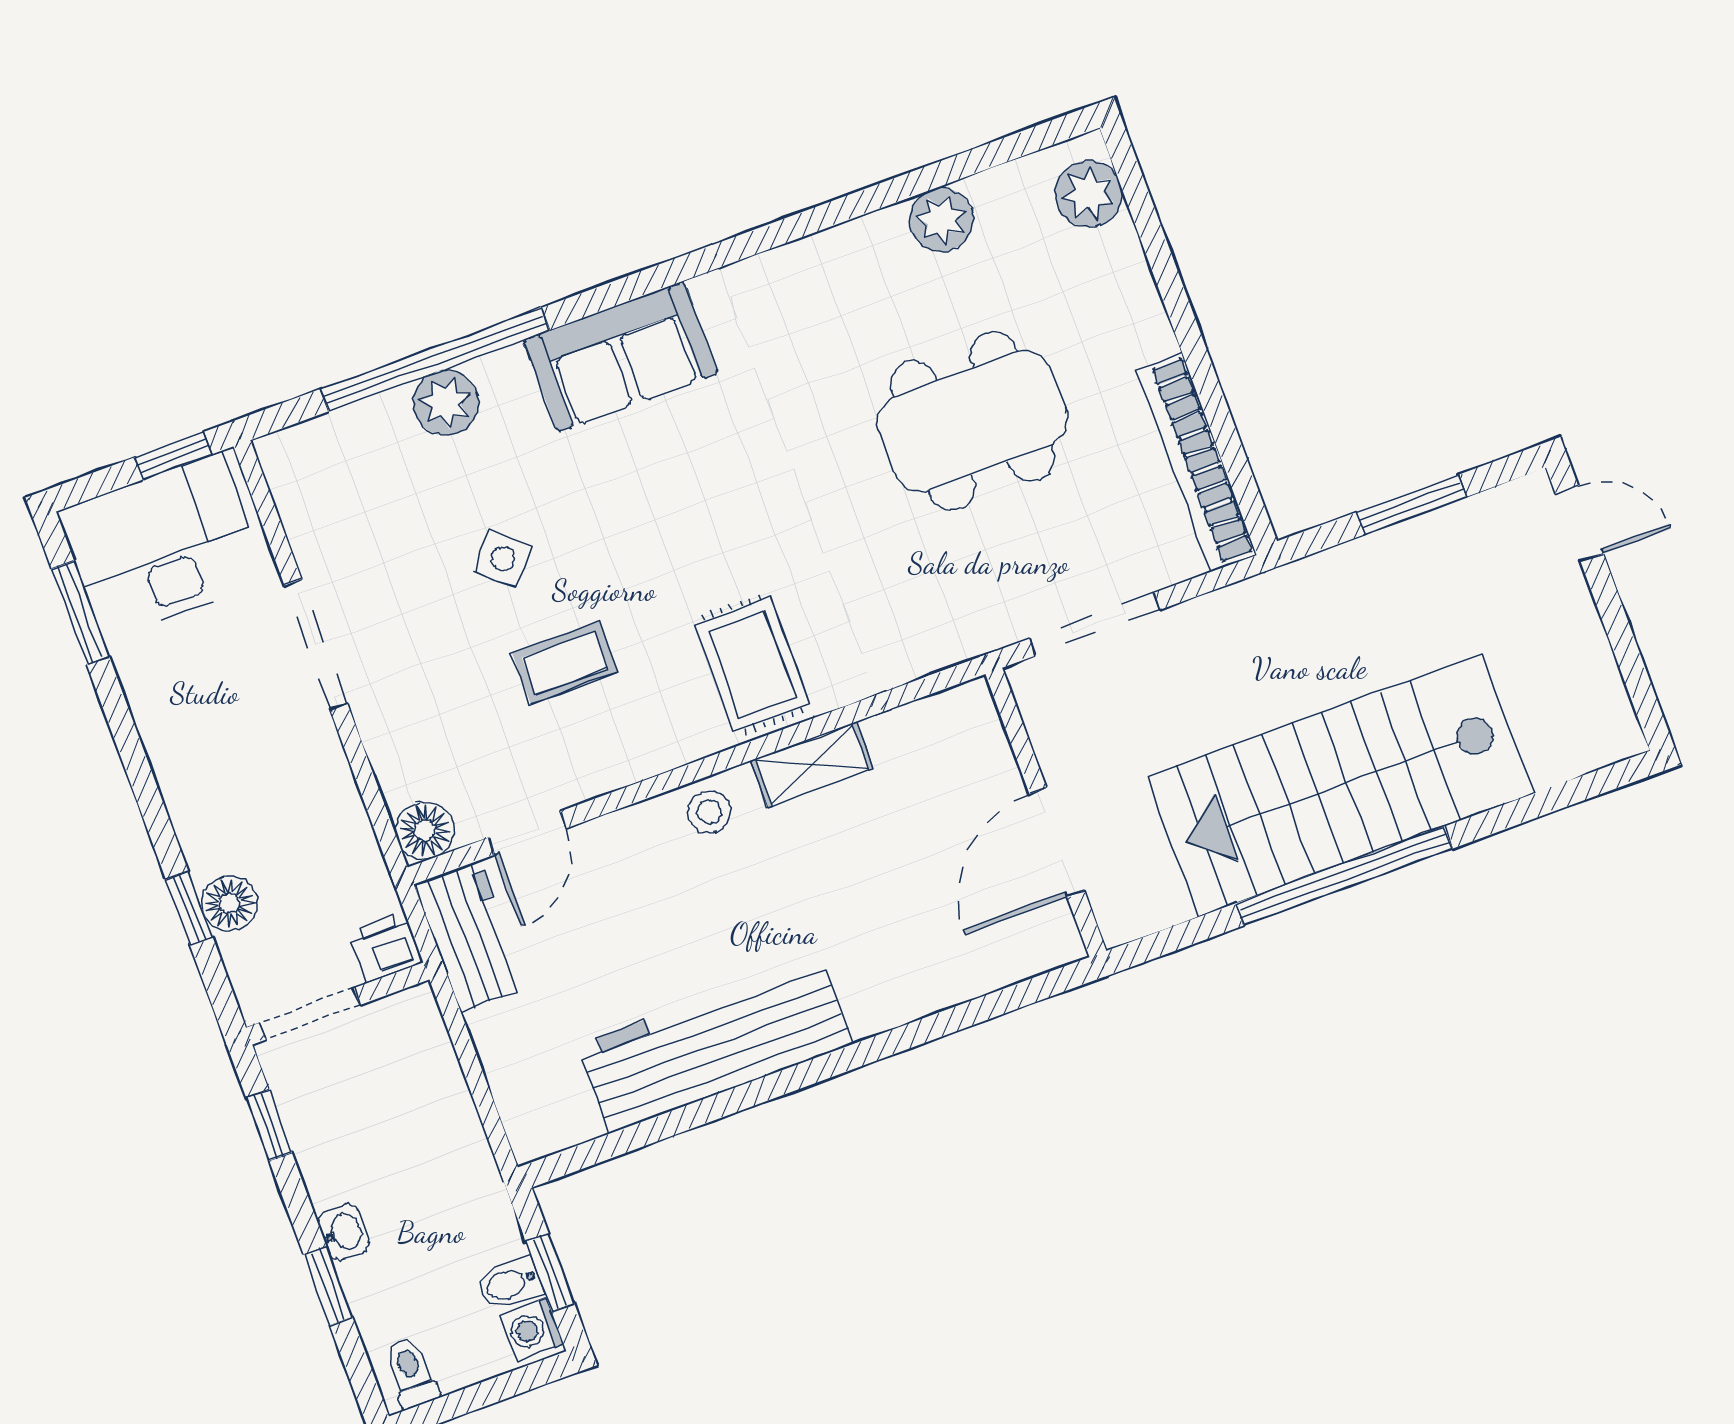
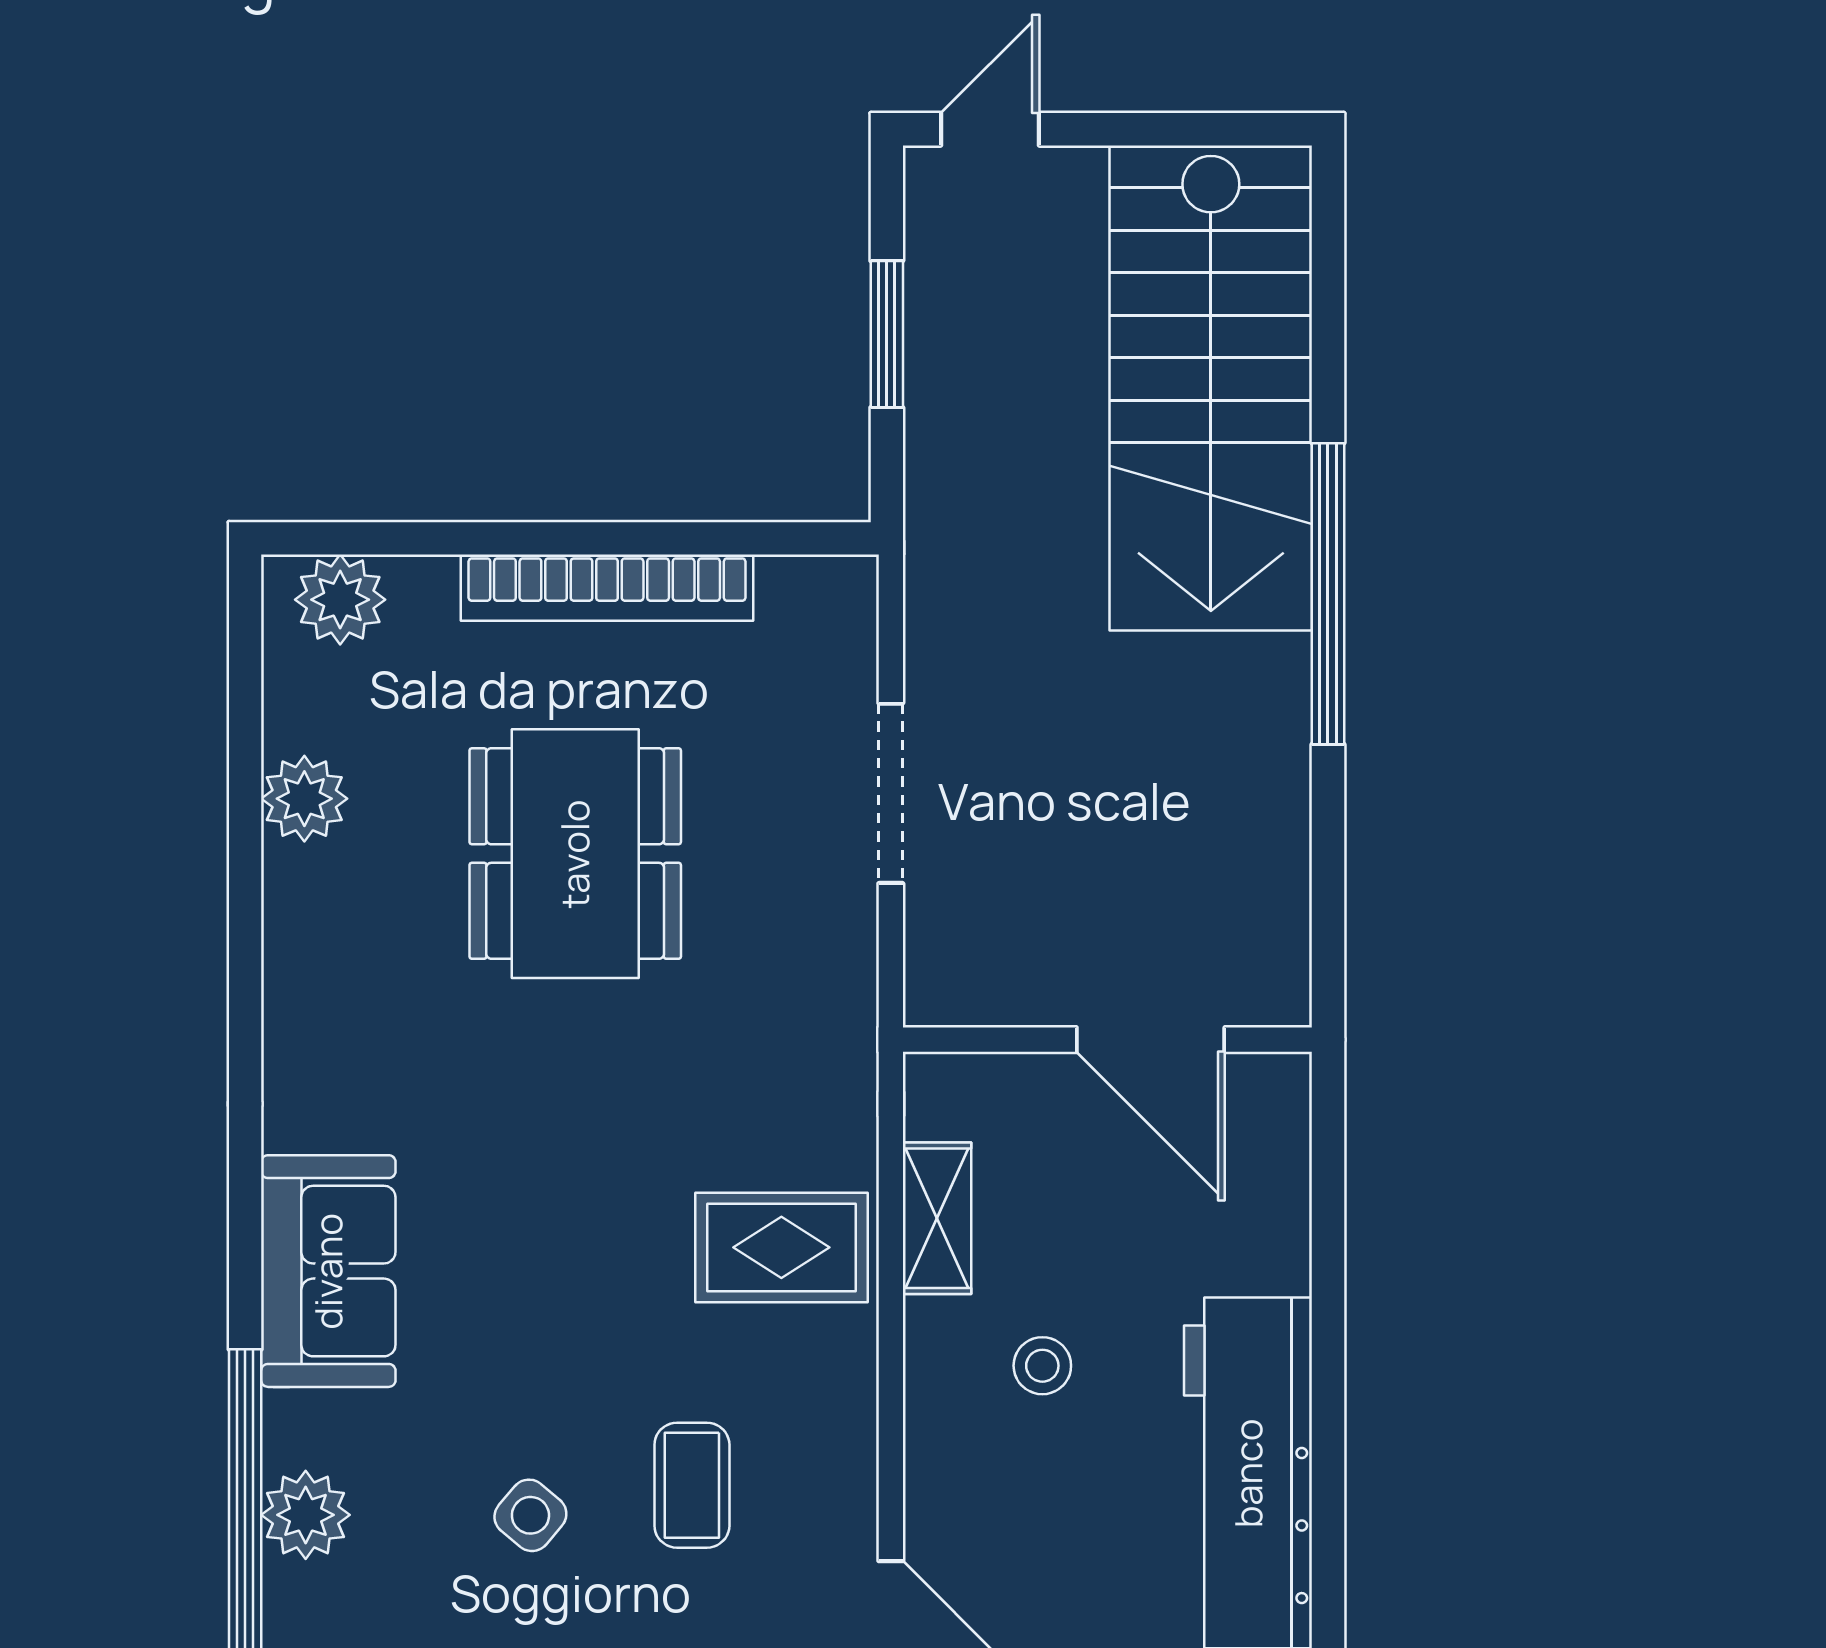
bookcase: (1197, 462) -> (607, 588), moved
stairs: (1341, 785) -> (1211, 388), moved
stool: (709, 812) -> (1042, 1366), moved
wall: (1046, 812) -> (1107, 1040), moved
door: (1057, 842) -> (1151, 1040), moved

